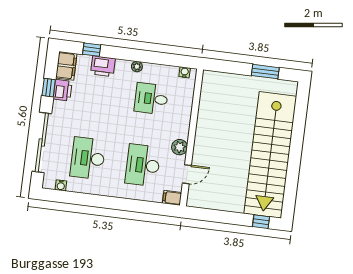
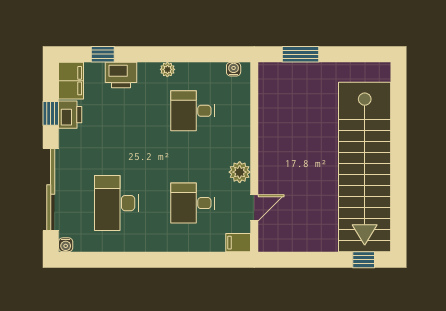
window: (265, 72) -> (300, 54), moved
desk: (143, 165) -> (193, 203), width x0.73
water cooler: (61, 185) -> (66, 245), moved

